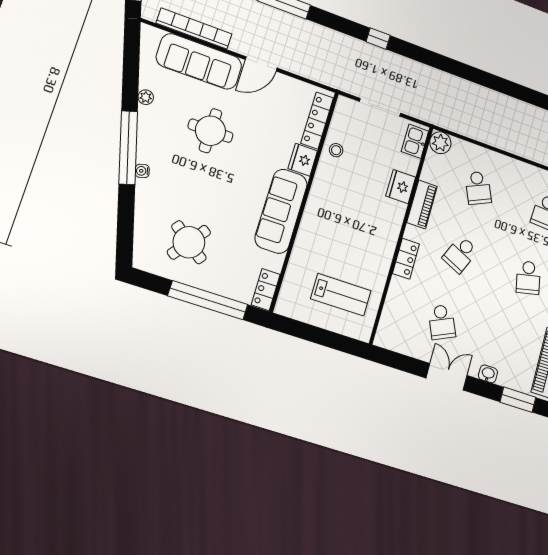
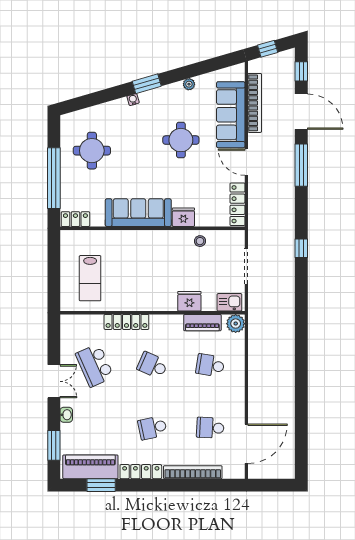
locker: (317, 120) -> (237, 204), moved, turned -90
window: (128, 148) -> (147, 84), width x0.47
school desk: (478, 188) -> (210, 365), turned 33
piano: (422, 204) -> (202, 323), moved
round table: (189, 242) -> (92, 151), turned -37
locker: (406, 259) -> (126, 322), width x1.53
school desk: (442, 322) -> (95, 365), width x1.85

